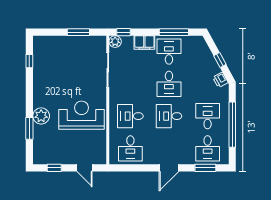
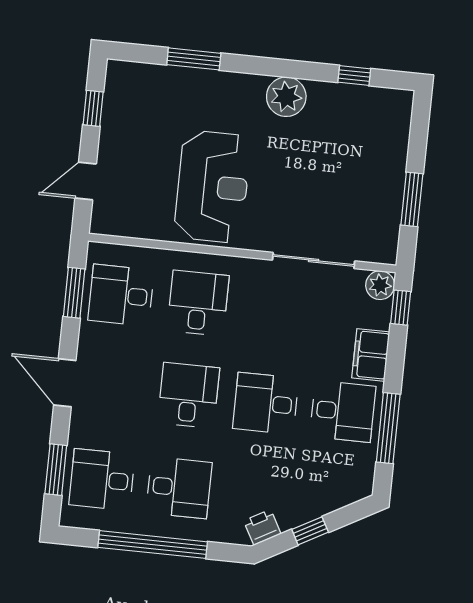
plant: (41, 116) -> (286, 97), moved
window: (131, 168) -> (74, 293), added

